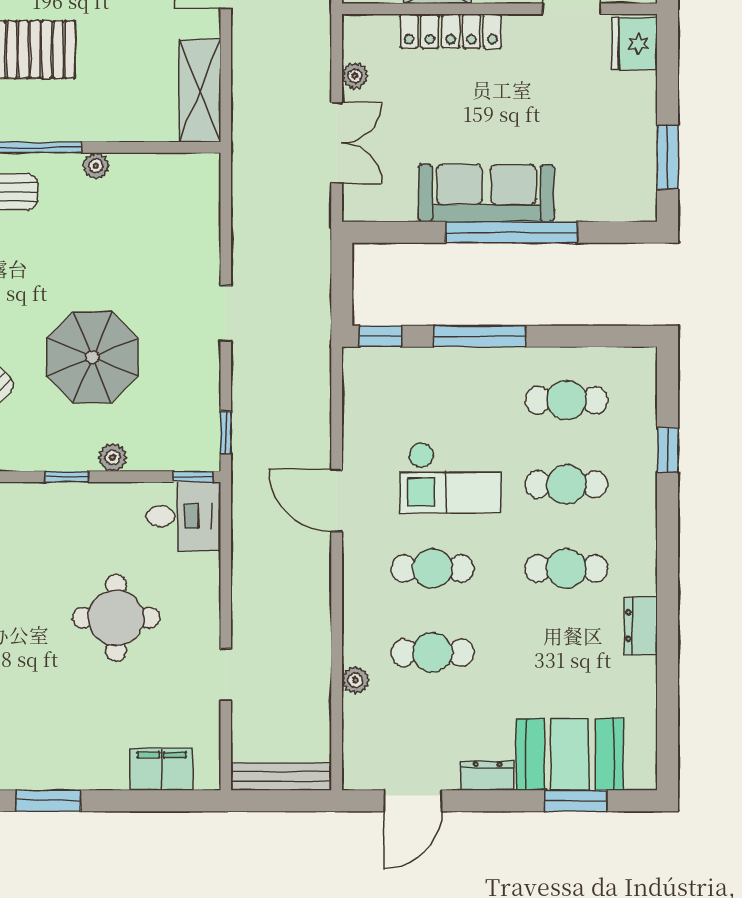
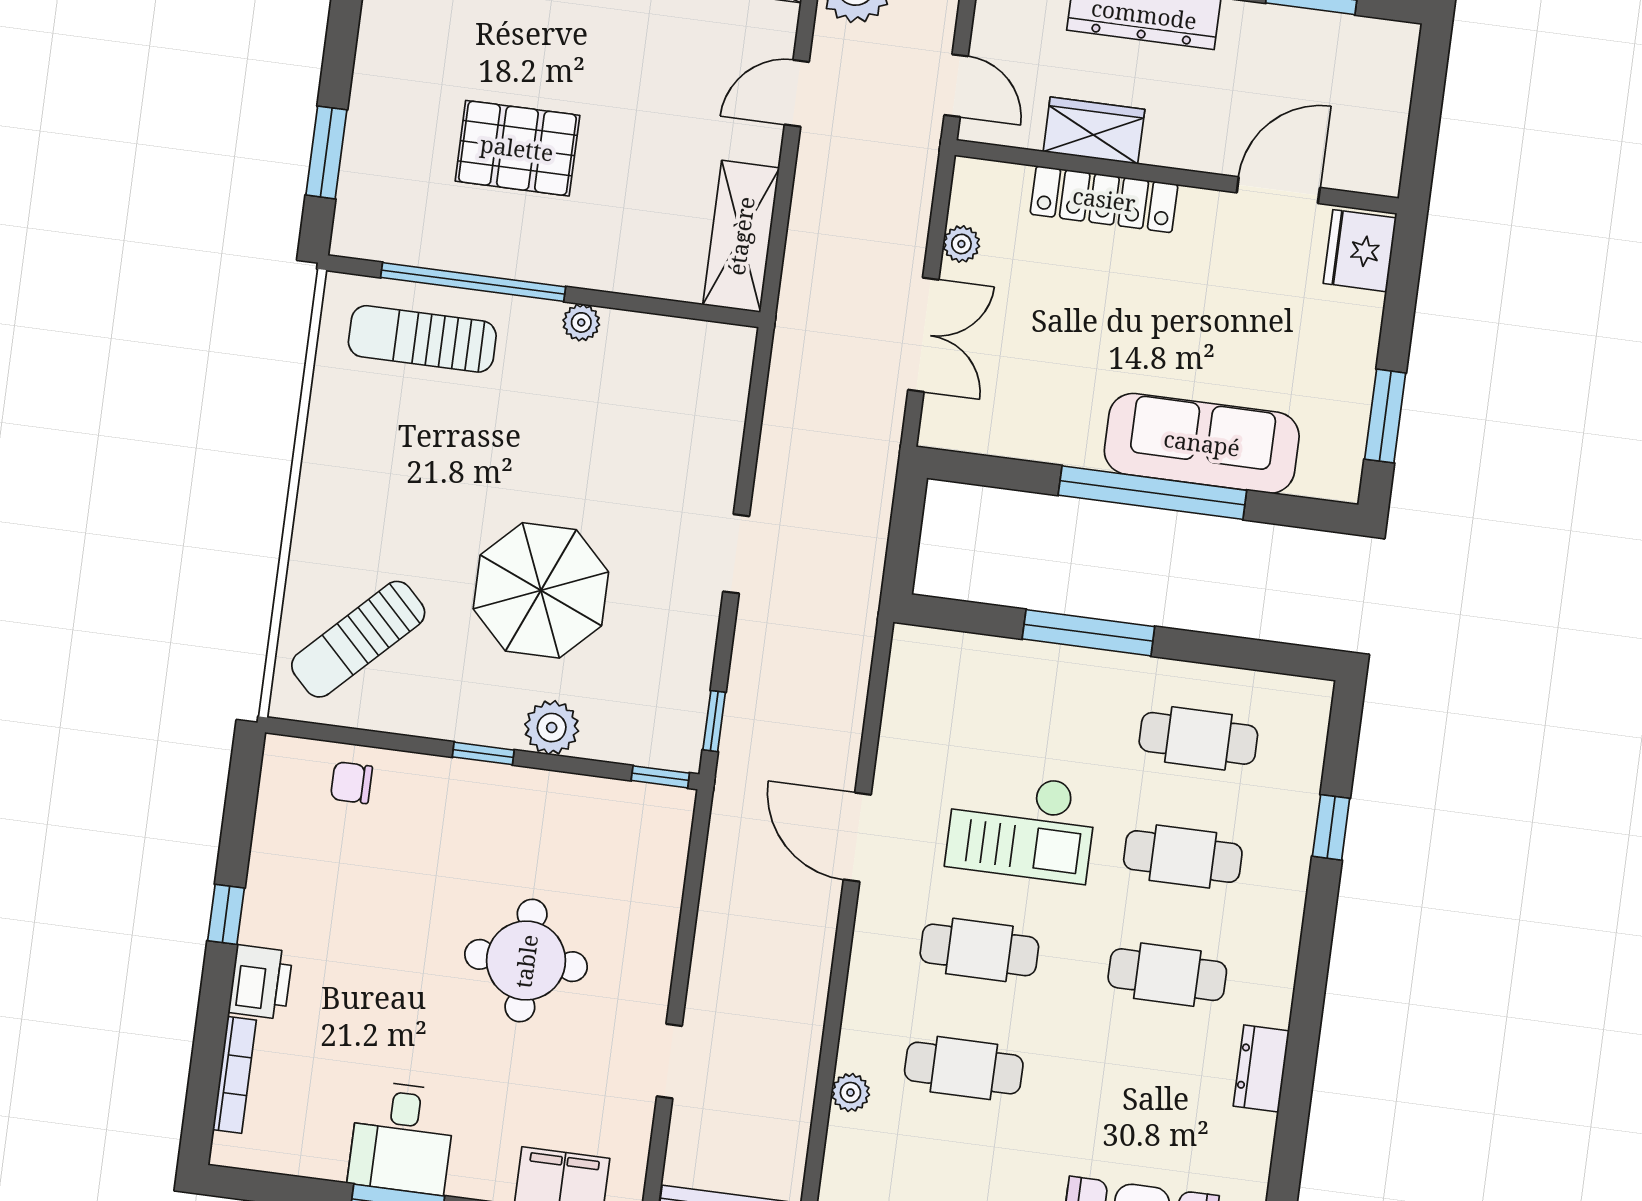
sofa: (486, 193) -> (1202, 443), moved
window: (380, 336) -> (949, 614), removed
plant: (112, 457) -> (552, 728), width x1.38, depth x1.38
desk: (183, 516) -> (402, 1138), moved, turned 90

